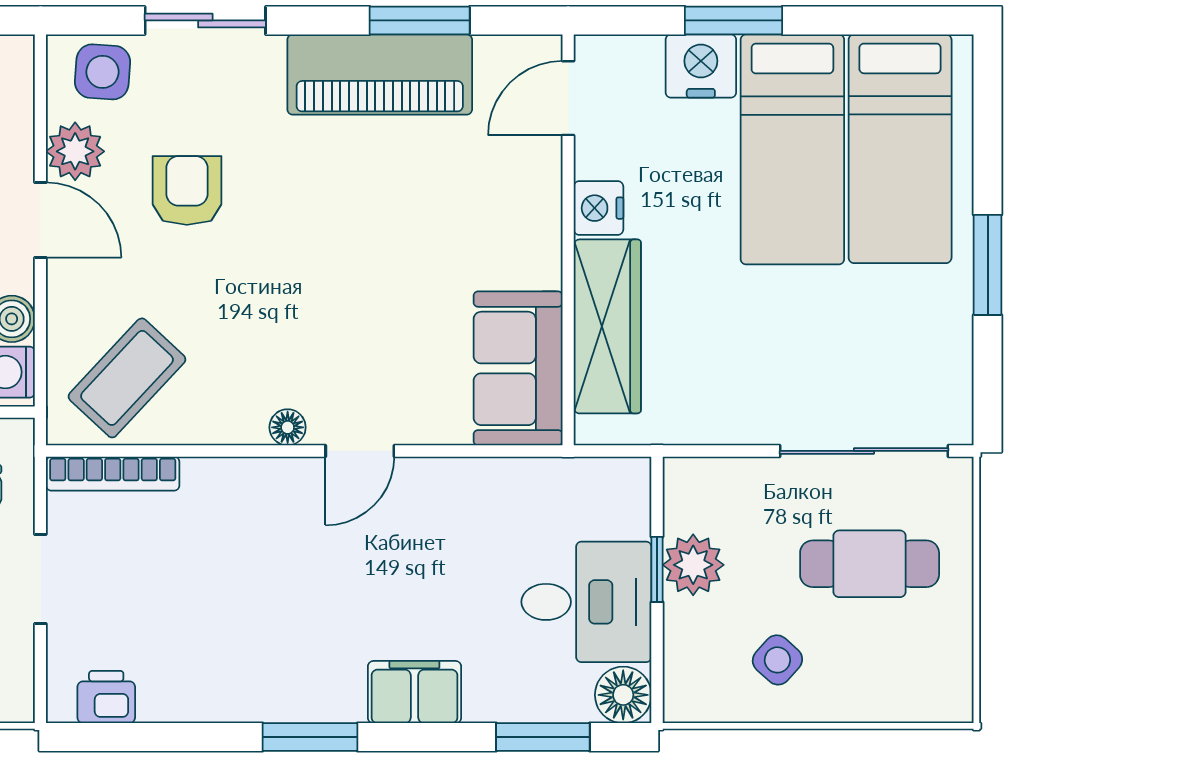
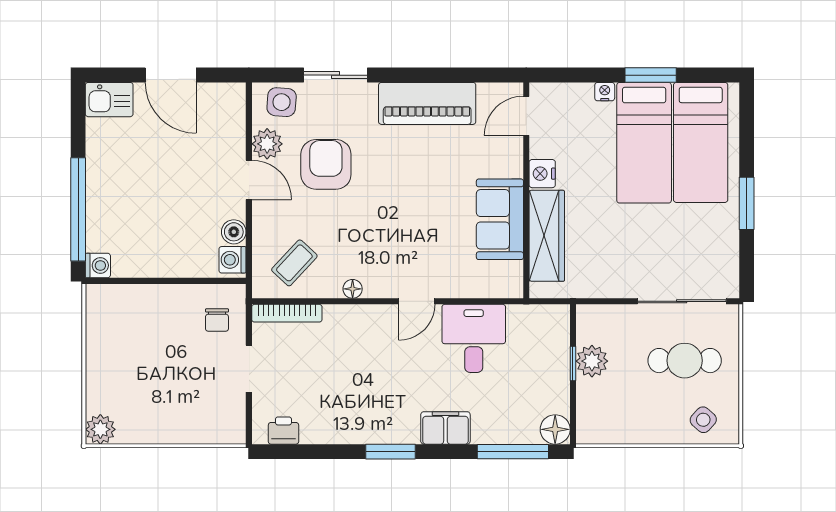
window: (420, 20) -> (448, 75), removed
window: (733, 20) -> (651, 75), moved
nightstand: (701, 66) -> (605, 92), width x0.53, depth x0.56
armchair: (187, 191) -> (326, 164), width x1.38, depth x1.38
sofa: (518, 368) -> (500, 219), moved
coffee table: (127, 378) -> (294, 263), width x0.73, depth x0.77
floor lamp: (288, 427) -> (353, 289), moved
desk: (586, 602) -> (474, 338), moved, turned -90
side table: (777, 660) -> (703, 420), moved
window: (543, 737) -> (513, 452), width x1.44

